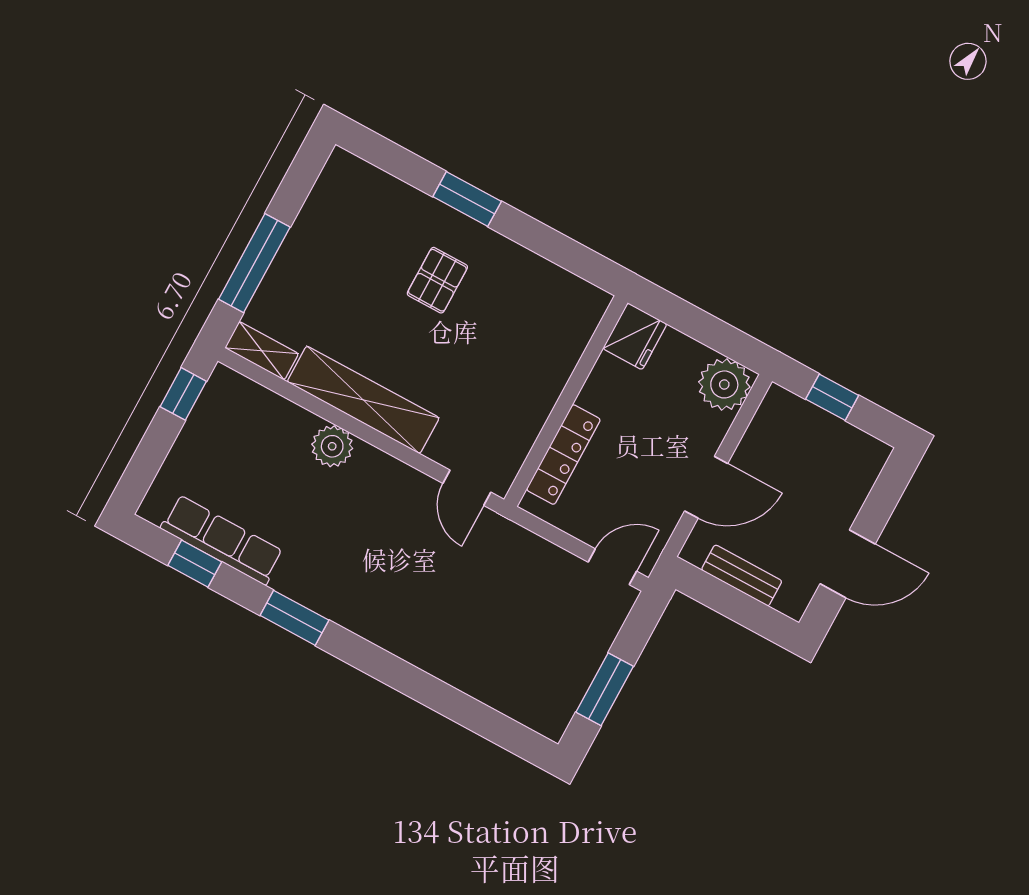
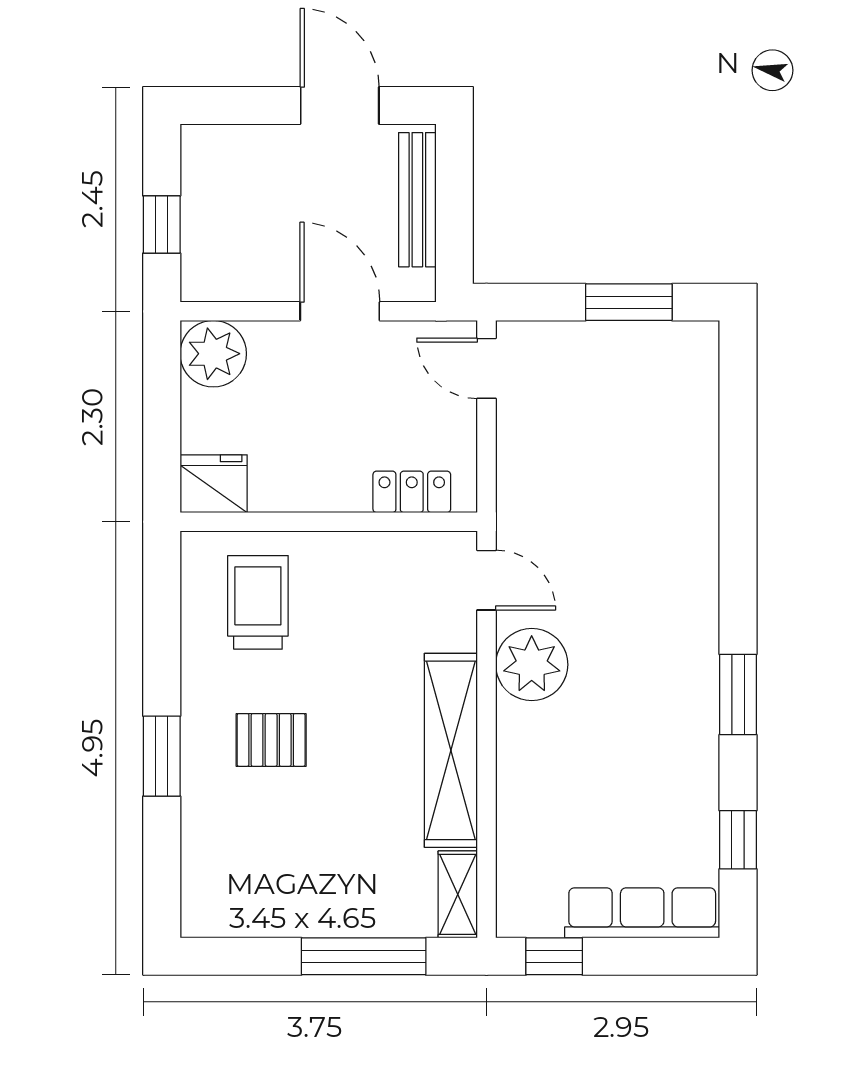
trolley: (537, 322) -> (258, 602), added
plant: (332, 446) -> (532, 665), moved, width x1.36, depth x1.36
locker: (563, 455) -> (412, 492), width x0.66
door: (467, 488) -> (486, 580), hinge flipped
row of seats: (222, 540) -> (642, 913), moved, turned 90
bench: (742, 575) -> (417, 200), width x1.36

